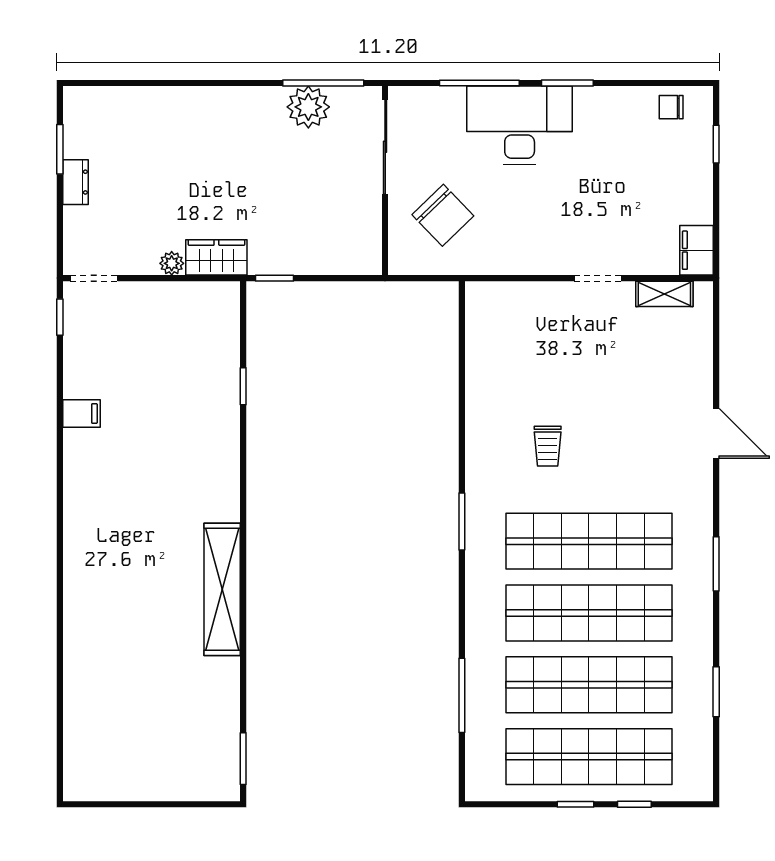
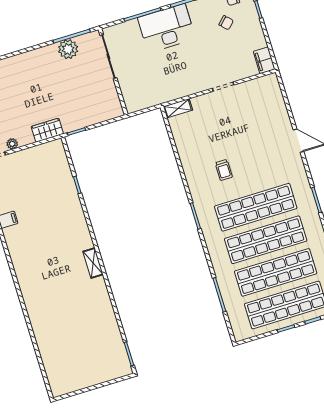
chair: (443, 215) -> (226, 23), moved, width x0.54, depth x0.54
plant: (172, 263) -> (12, 144), moved
shelving: (664, 294) -> (178, 108), moved
shelving: (222, 589) -> (93, 263), width x0.45, depth x0.75

